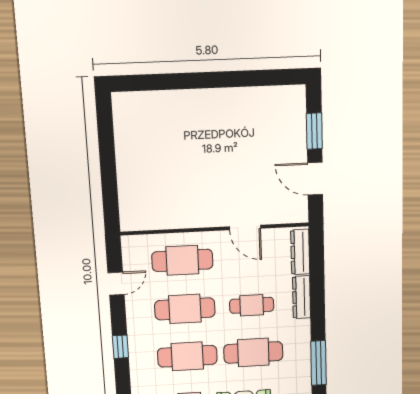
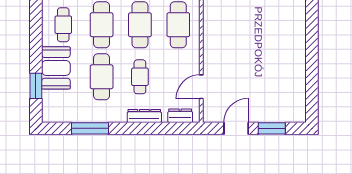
door: (245, 228) -> (201, 87), moved
dresser: (300, 252) -> (180, 116), width x0.70

